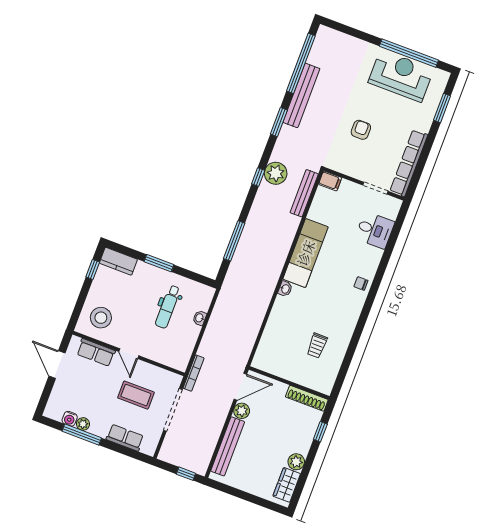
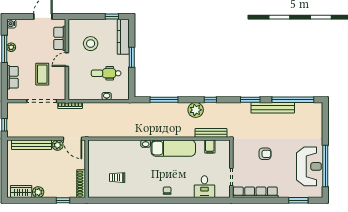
plant: (276, 173) -> (196, 110), moved
filing cabinet: (330, 181) -> (210, 146), moved
kitchen counter: (118, 261) -> (123, 37), width x1.50
stool: (101, 318) -> (91, 44), moved
water cooler: (70, 419) -> (11, 24), moved

